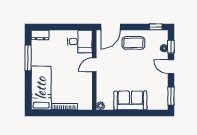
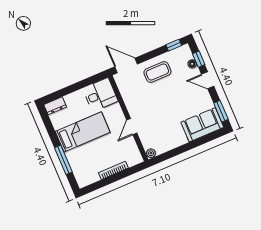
door: (111, 27) -> (126, 65), swing flipped
window: (28, 58) -> (63, 160), moved
door: (94, 65) -> (132, 127), moved
bed: (41, 88) -> (83, 132), moved, turned 90
sofa: (130, 100) -> (202, 125), moved

